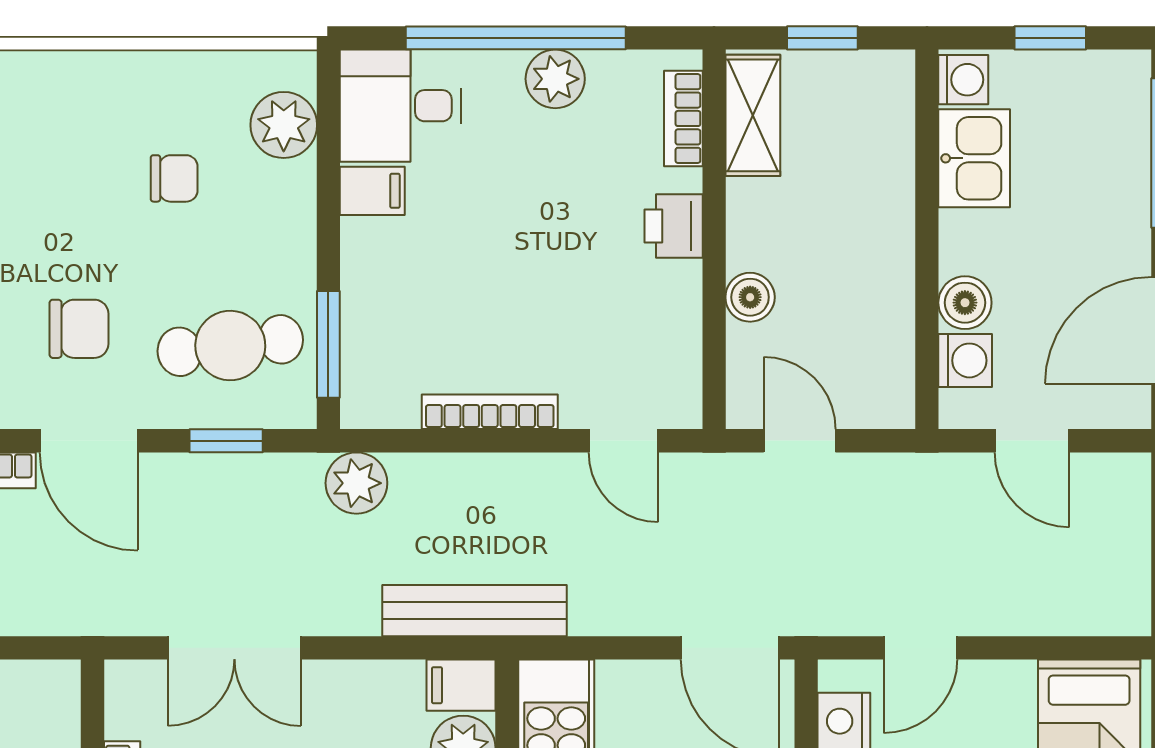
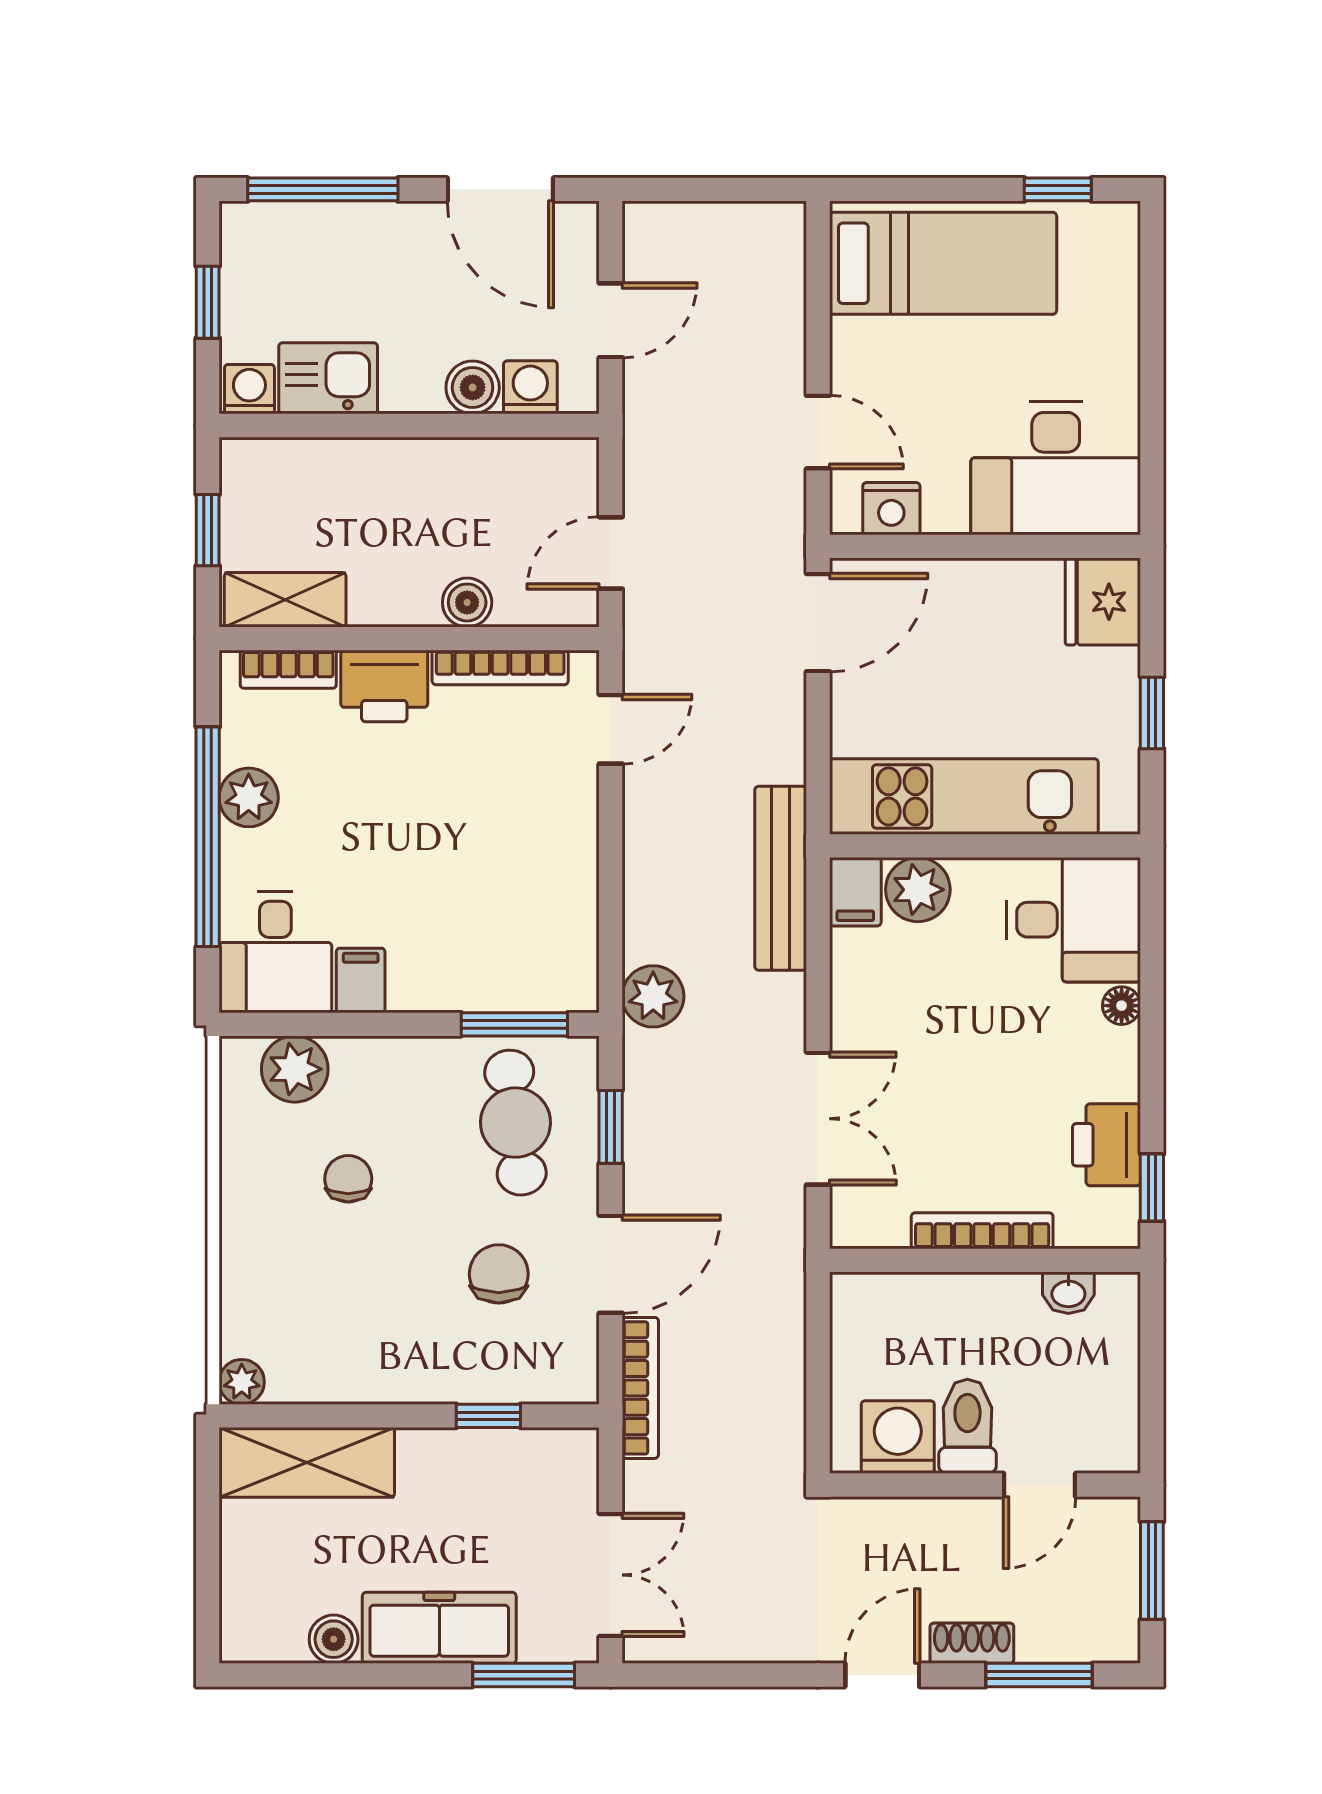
printer: (674, 226) -> (384, 686), width x1.36, depth x1.24
bookcase: (490, 412) -> (500, 667), moved, turned -90

